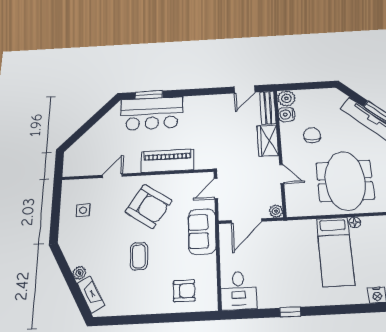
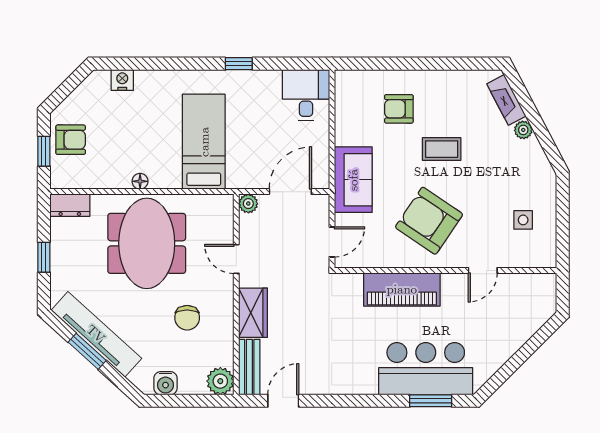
water cooler: (286, 115) -> (166, 383), moved, turned 90
bed: (335, 251) -> (204, 142), moved
coffee table: (139, 256) -> (442, 149), turned 90
armchair: (184, 291) -> (399, 109), moved

